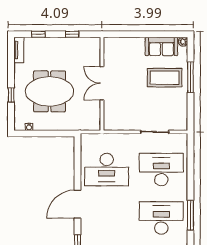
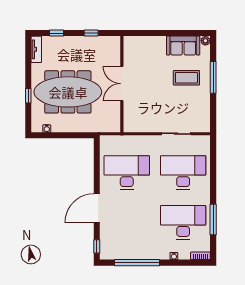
coffee table: (165, 78) -> (186, 78), width x0.73, depth x0.76
meeting table: (49, 91) -> (68, 92), width x1.36
desk: (107, 170) -> (127, 173), turned 180

